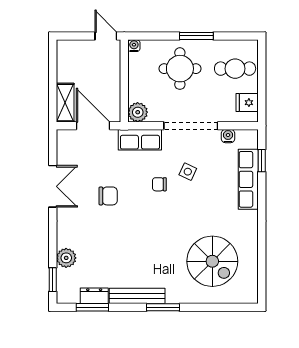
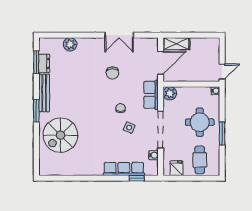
spiral stairs: (212, 261) -> (60, 135), moved
window: (53, 280) -> (55, 35), removed

